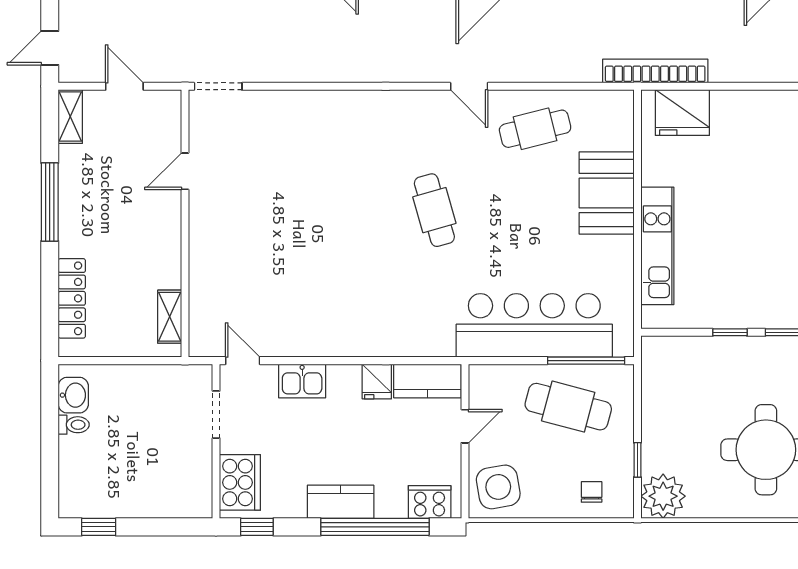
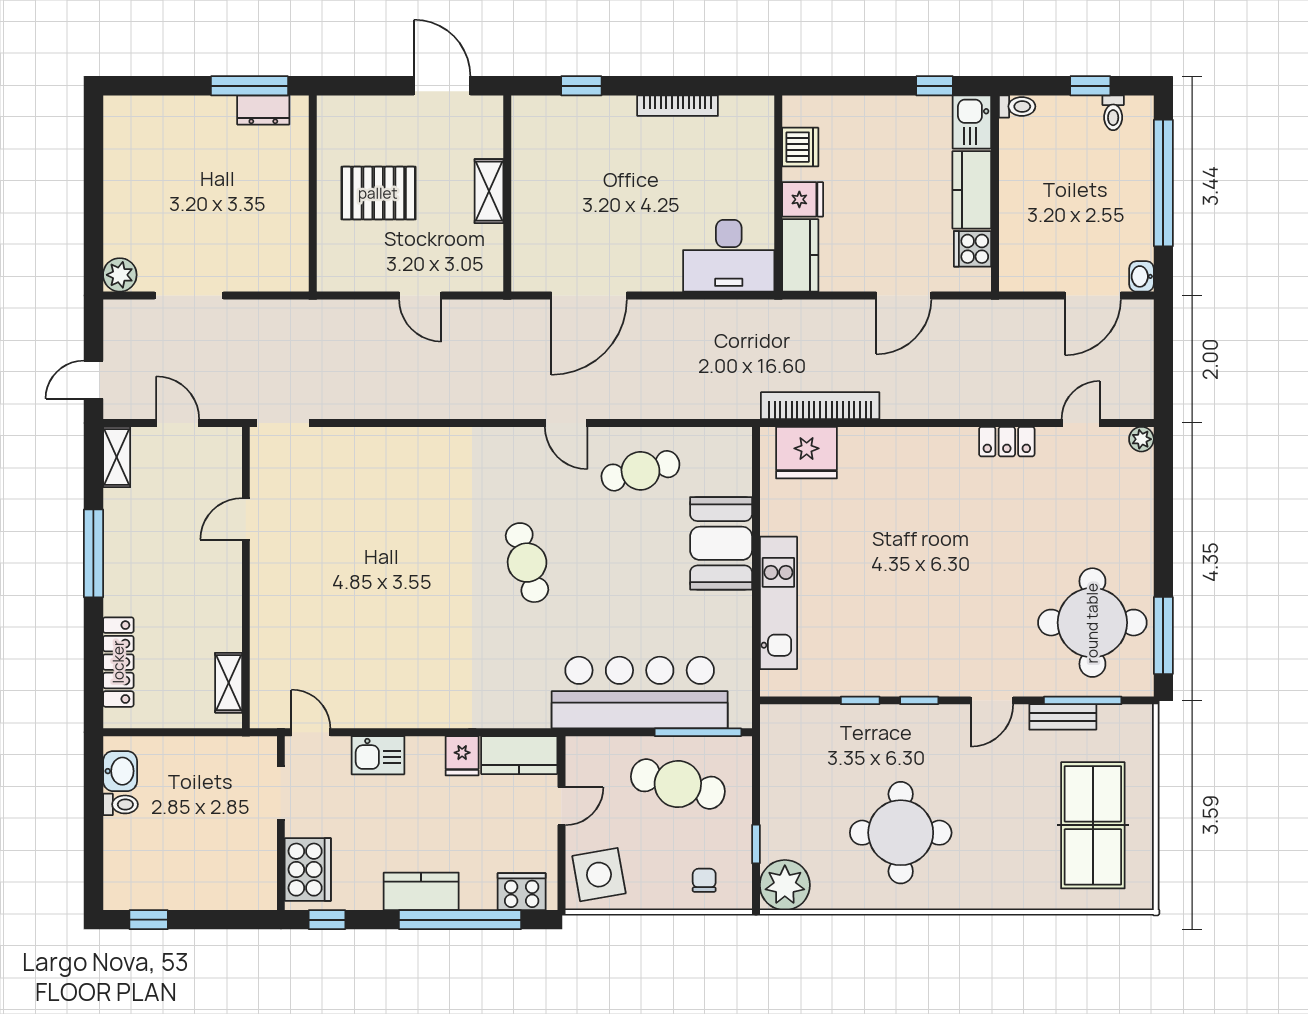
bookcase: (655, 71) -> (820, 406), moved

